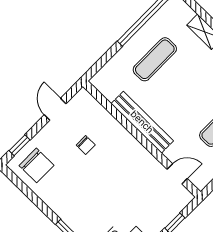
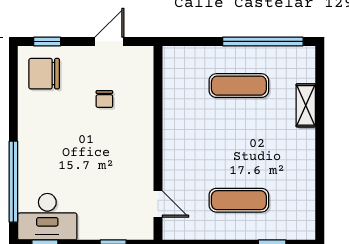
bench: (142, 122) -> (173, 129), removed
chair: (37, 165) -> (44, 74), turned 90

